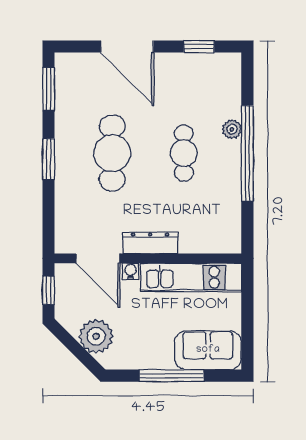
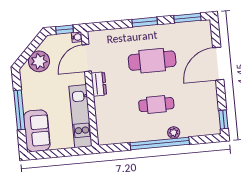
window: (199, 47) -> (223, 120), moved
dresser: (150, 243) -> (99, 84), width x0.70
water cooler: (131, 271) -> (77, 37), moved

